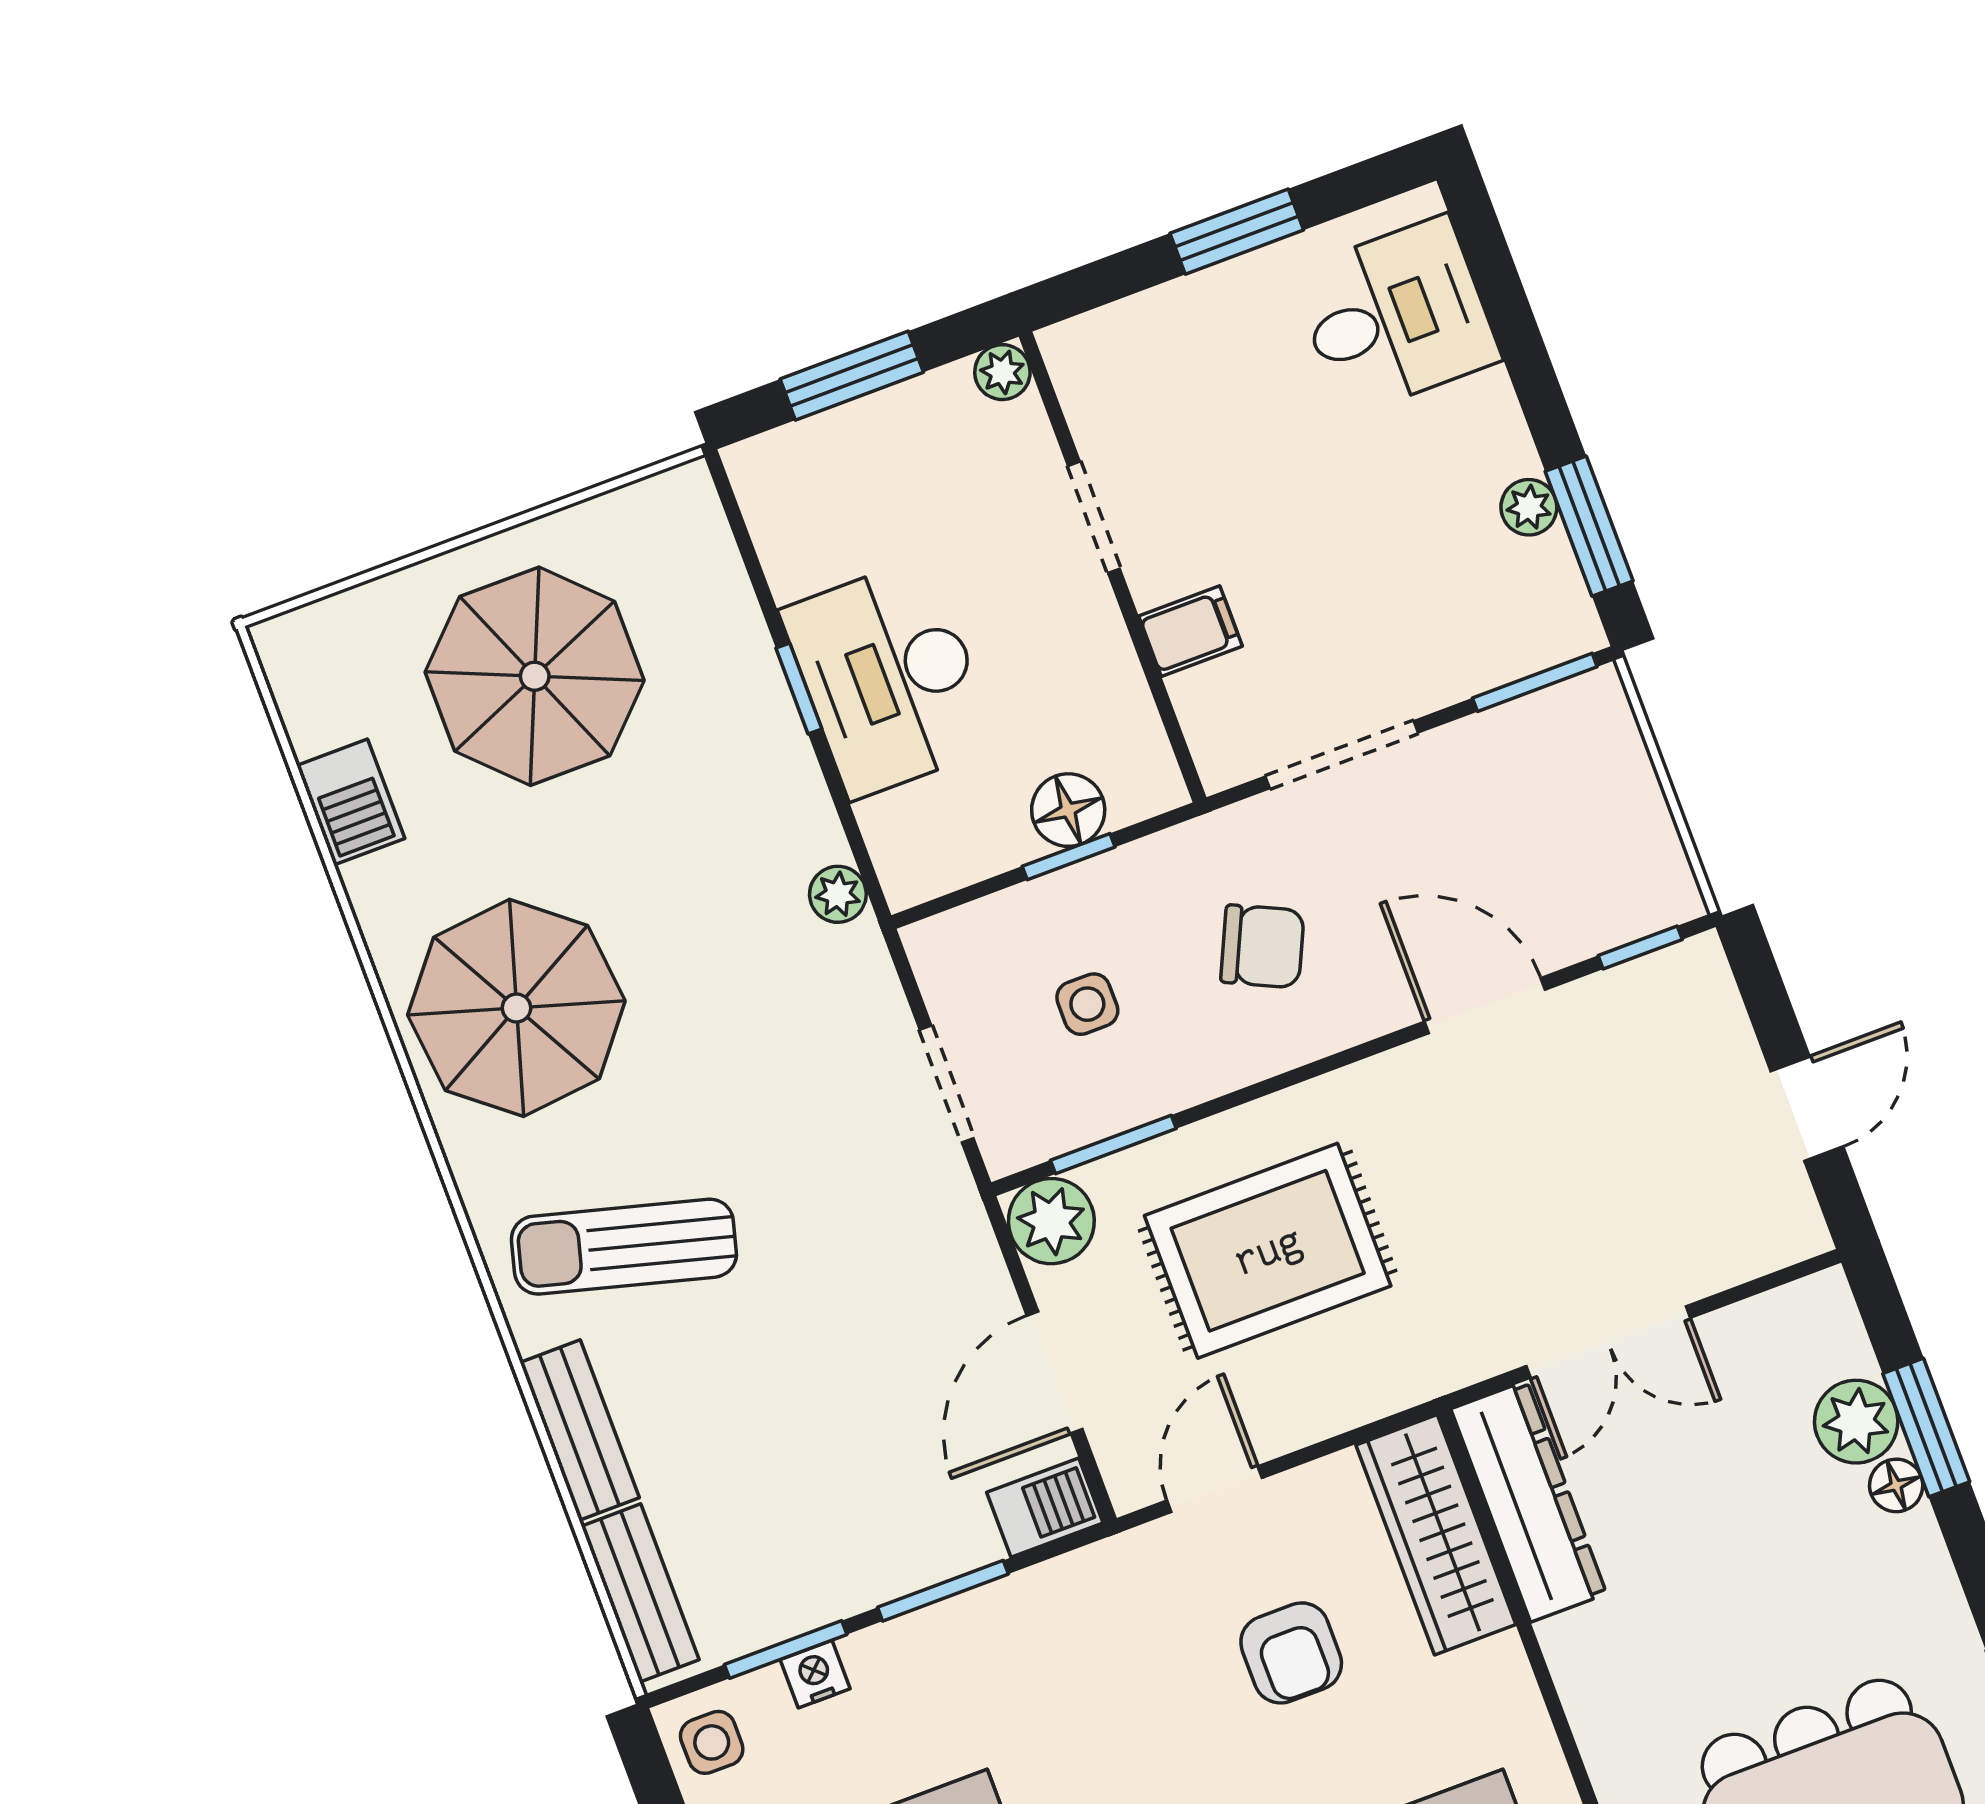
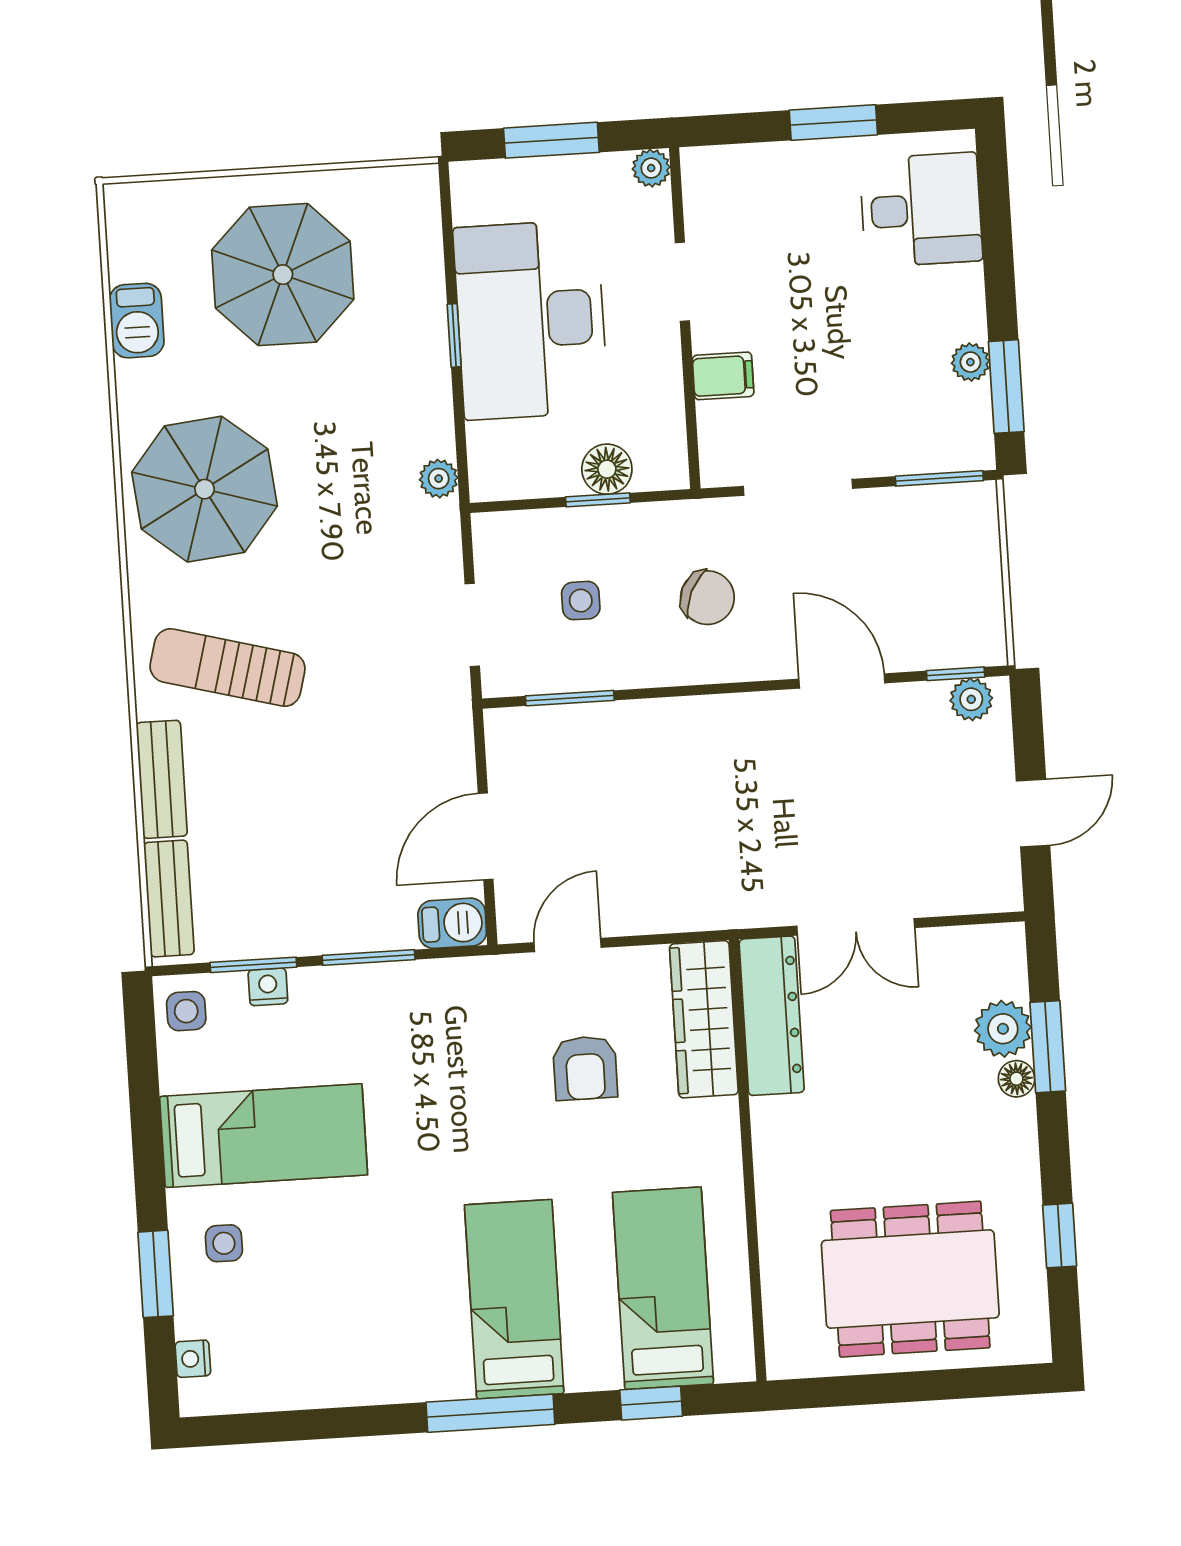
desk: (889, 678) -> (531, 320), width x1.36, depth x1.30
plant: (1051, 1221) -> (971, 699), moved, width x0.73, depth x0.73
rug: (1268, 1251) -> (650, 799), removed

